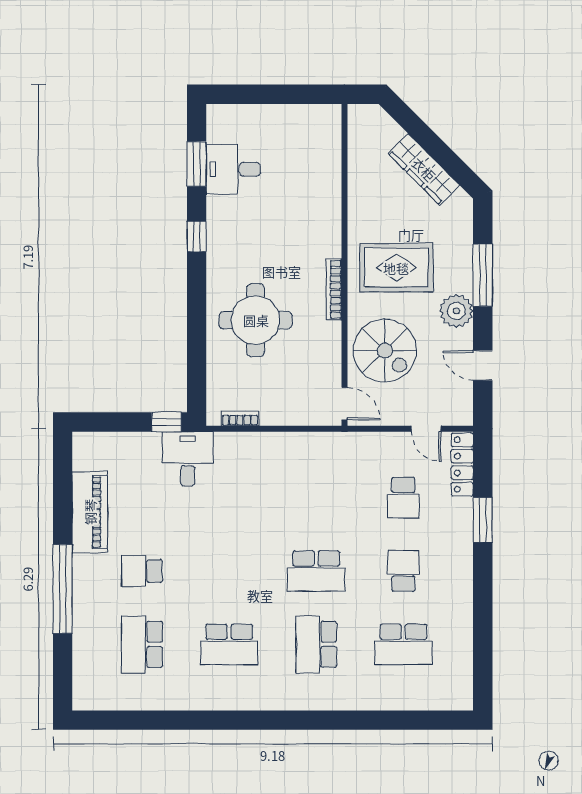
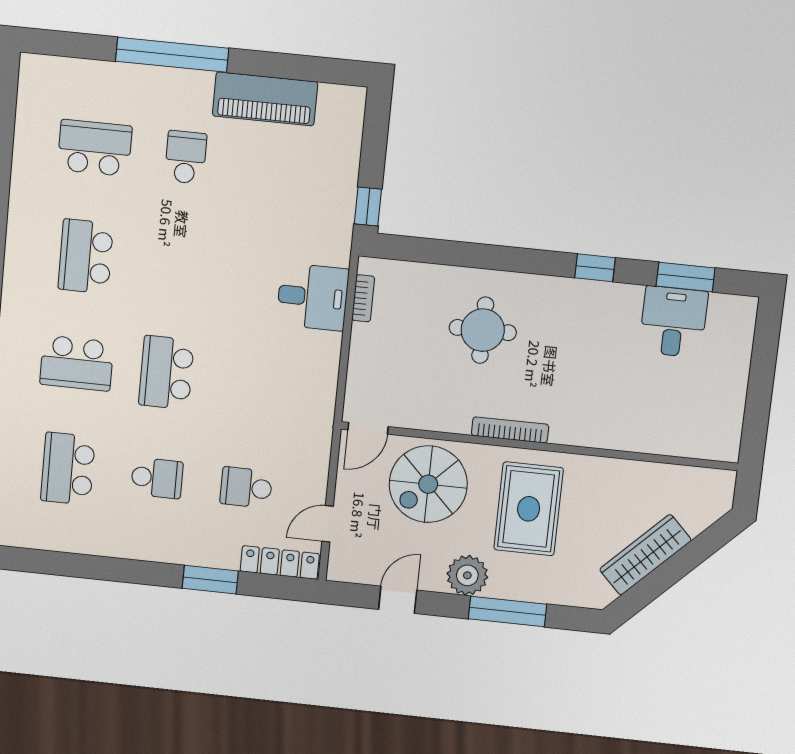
round table: (256, 320) -> (483, 330), width x0.73, depth x0.73
desk: (188, 459) -> (313, 297), moved
school desk: (316, 644) -> (77, 363), turned 180

